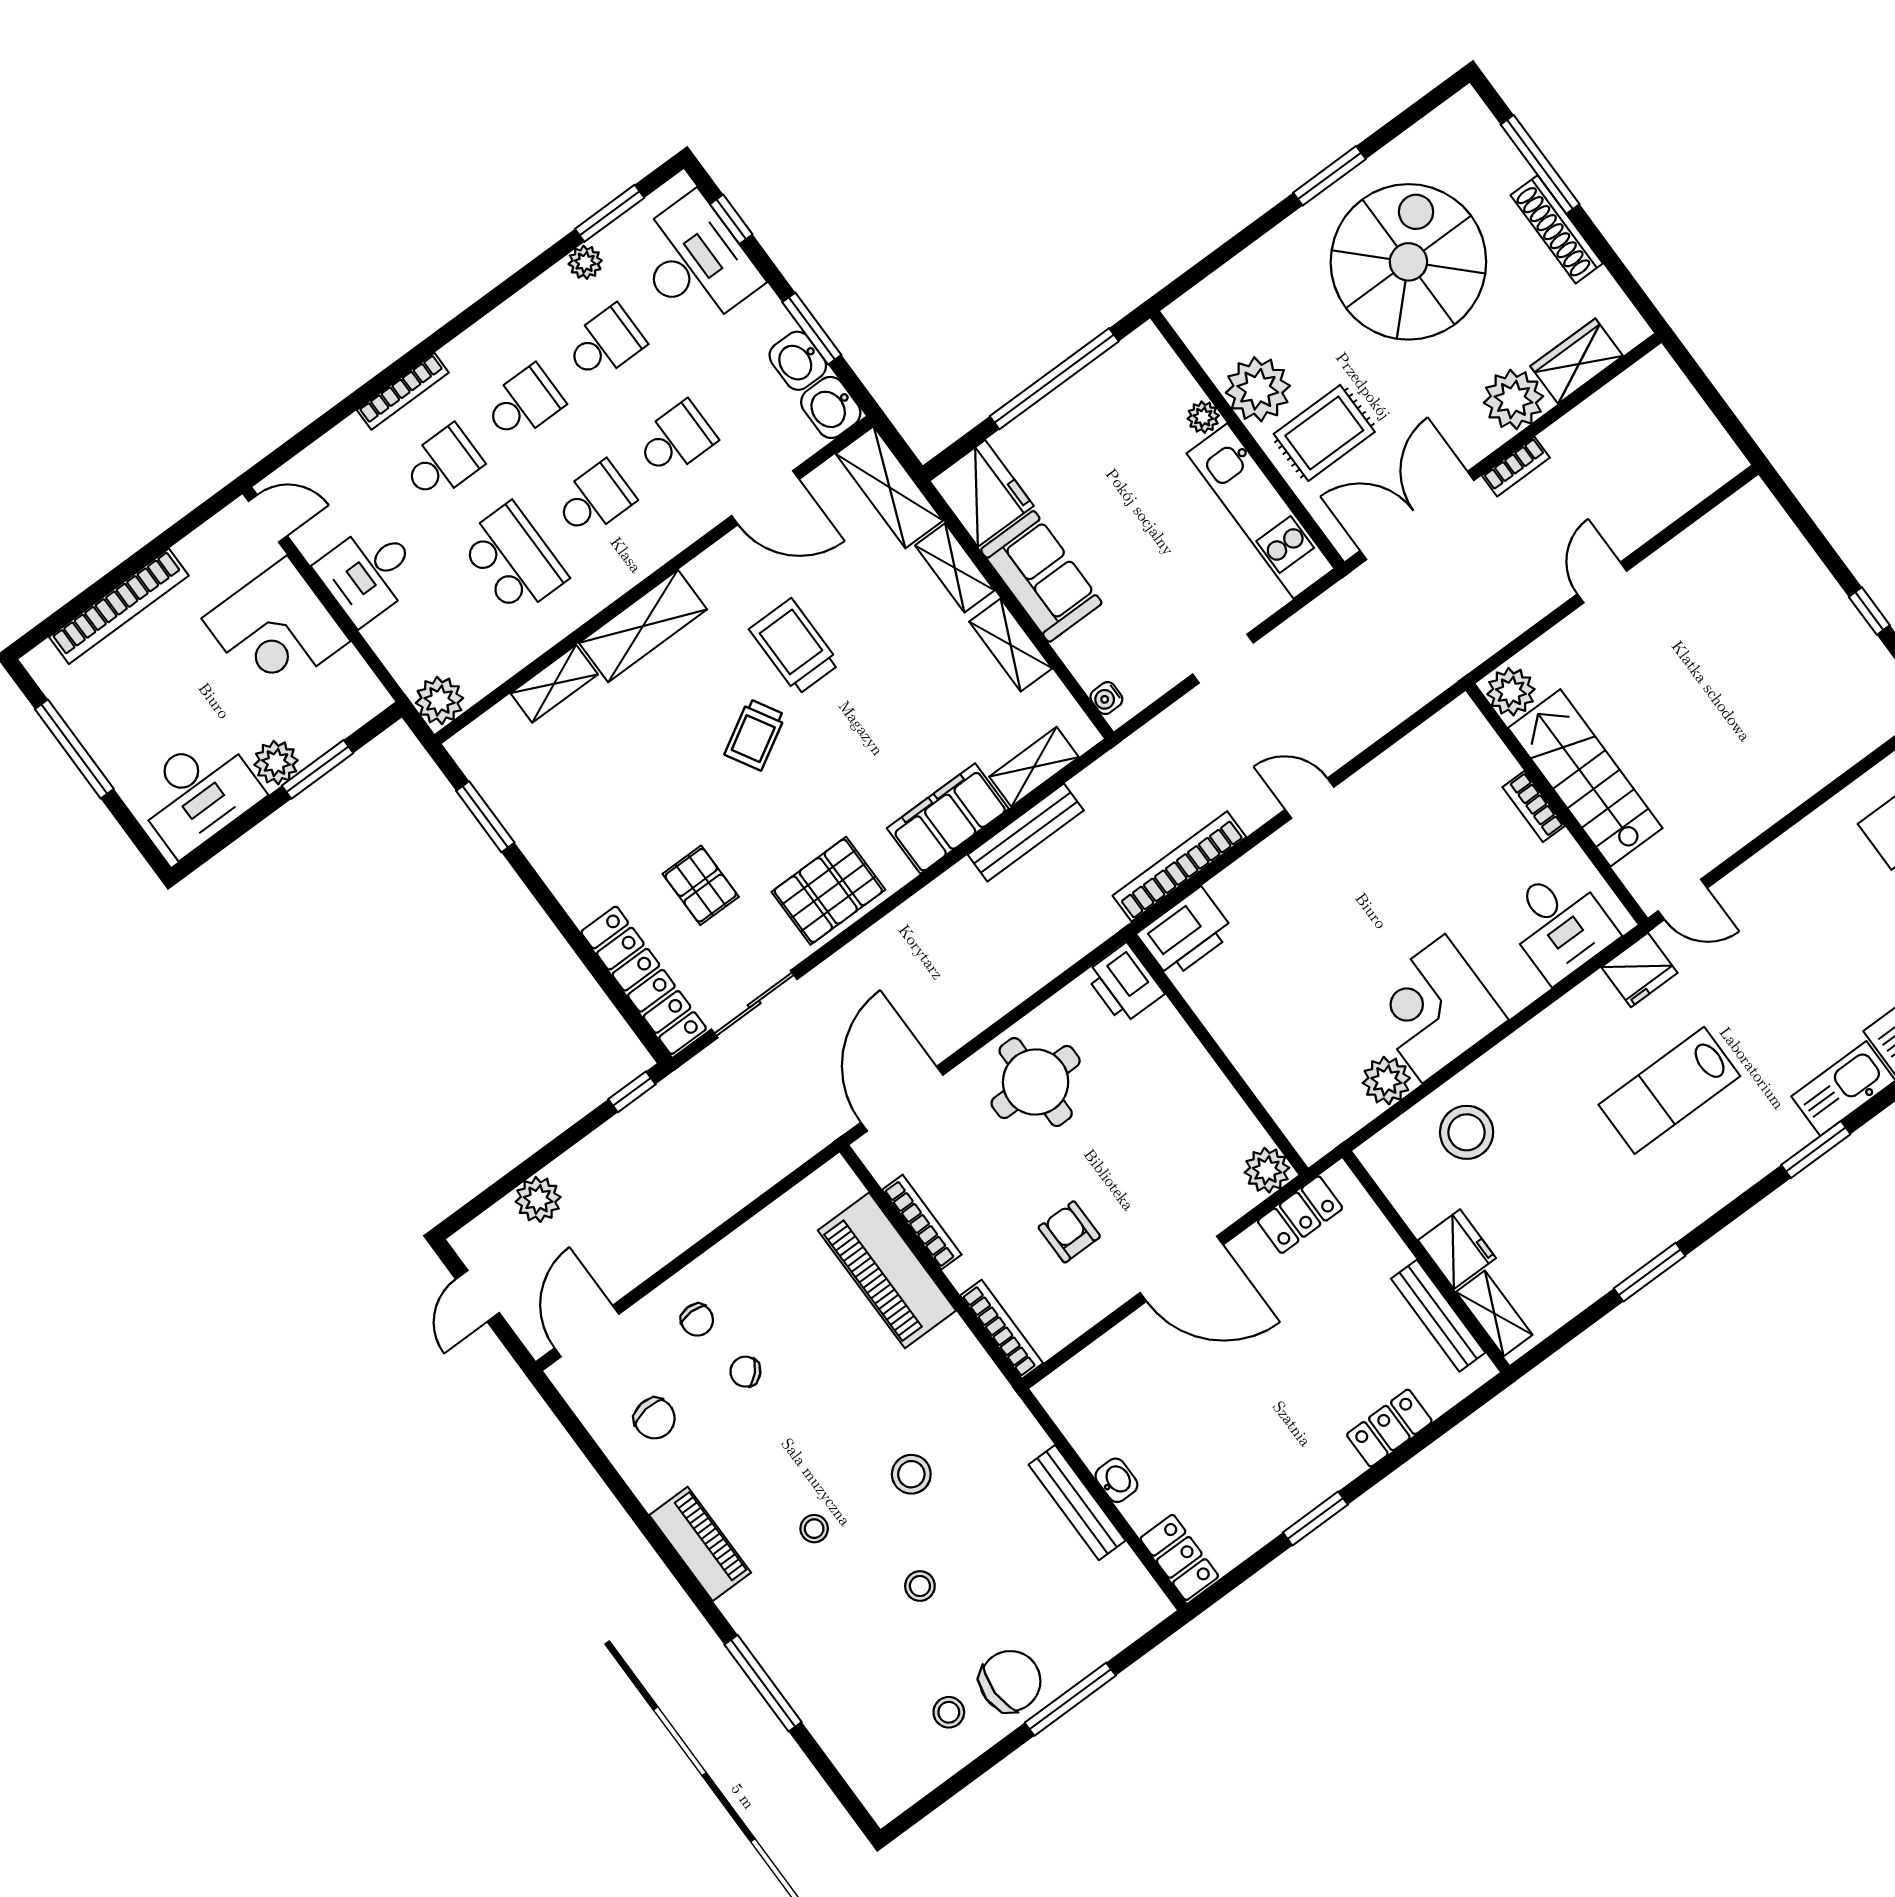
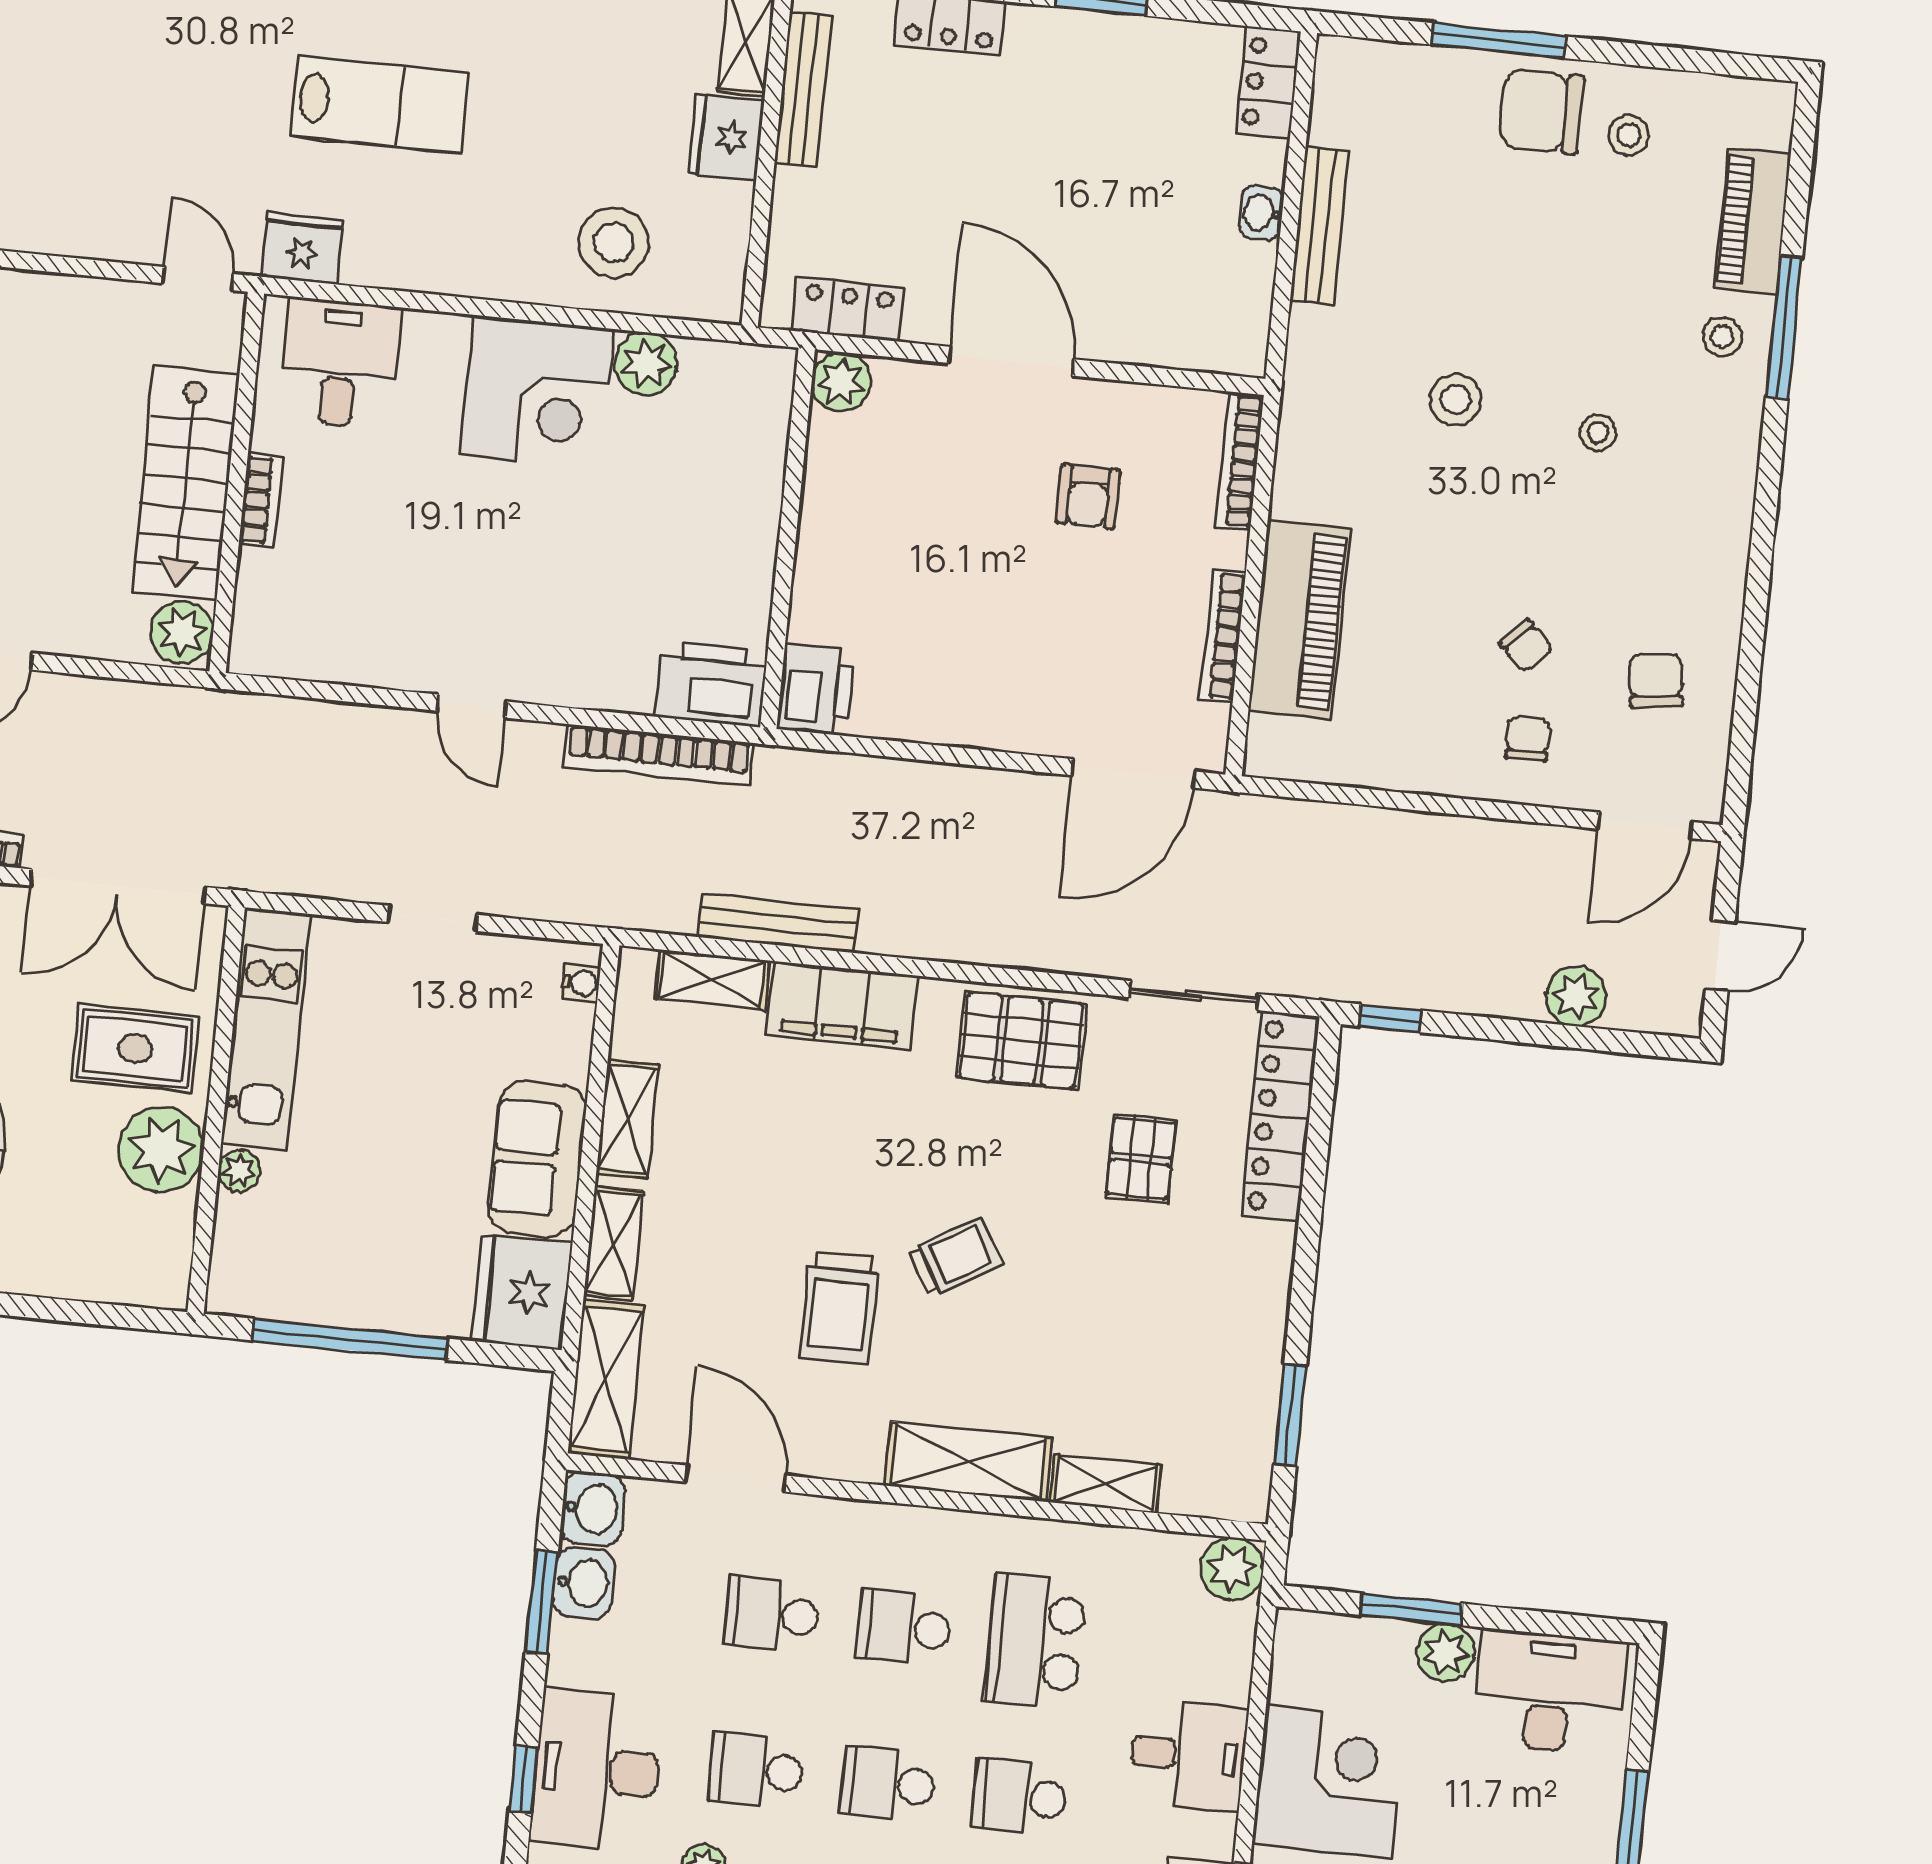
round table: (1036, 1082) -> (989, 672), removed
piano: (700, 1544) -> (1753, 221), moved
stool: (920, 1586) -> (1722, 337), moved

